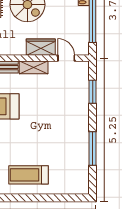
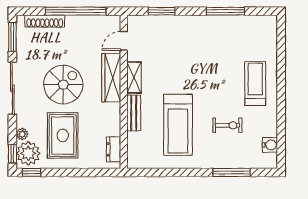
wardrobe: (41, 47) -> (111, 78), width x1.50
treadmill: (28, 175) -> (255, 83), turned 180

